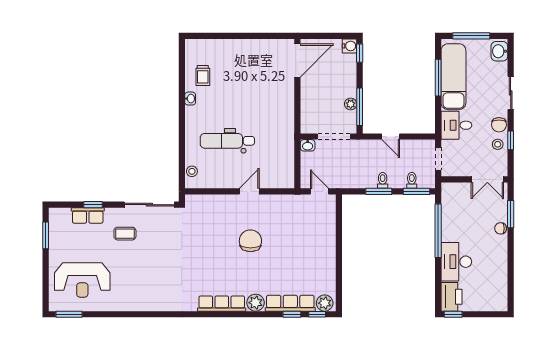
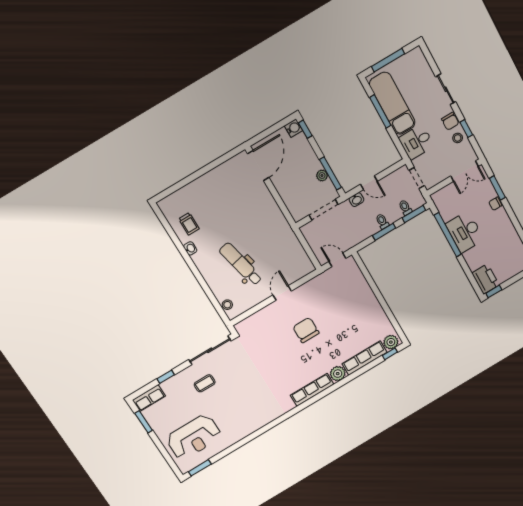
washbasin: (499, 51) -> (418, 60), removed
dental chair: (227, 141) -> (241, 264), turned 77
washbasin: (308, 145) -> (357, 200), moved
row of seats: (88, 215) -> (149, 398), moved
desk: (456, 262) -> (465, 232), moved
window: (292, 314) -> (371, 365), removed

